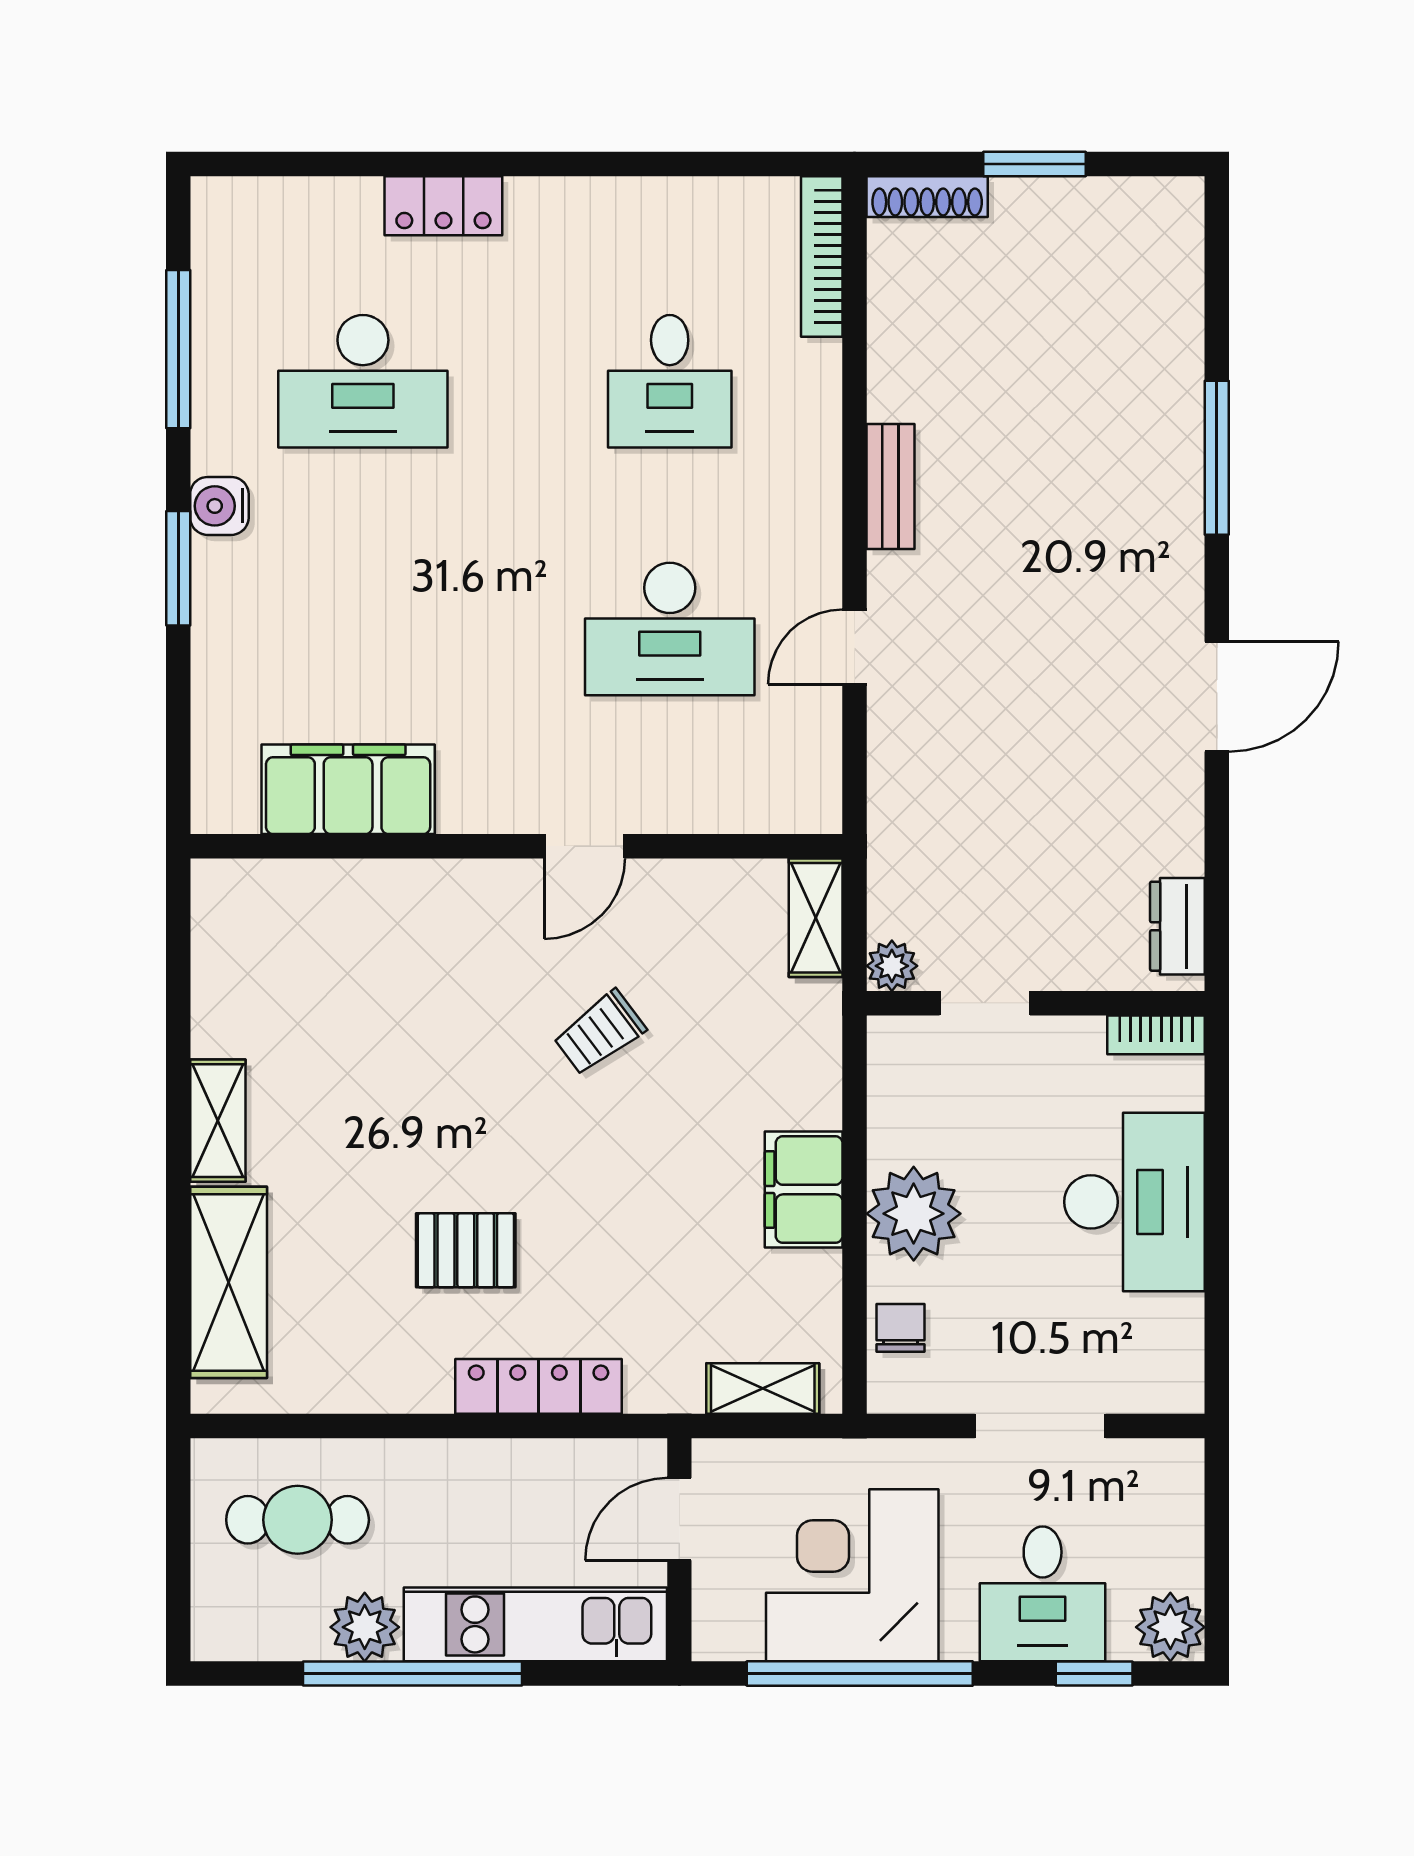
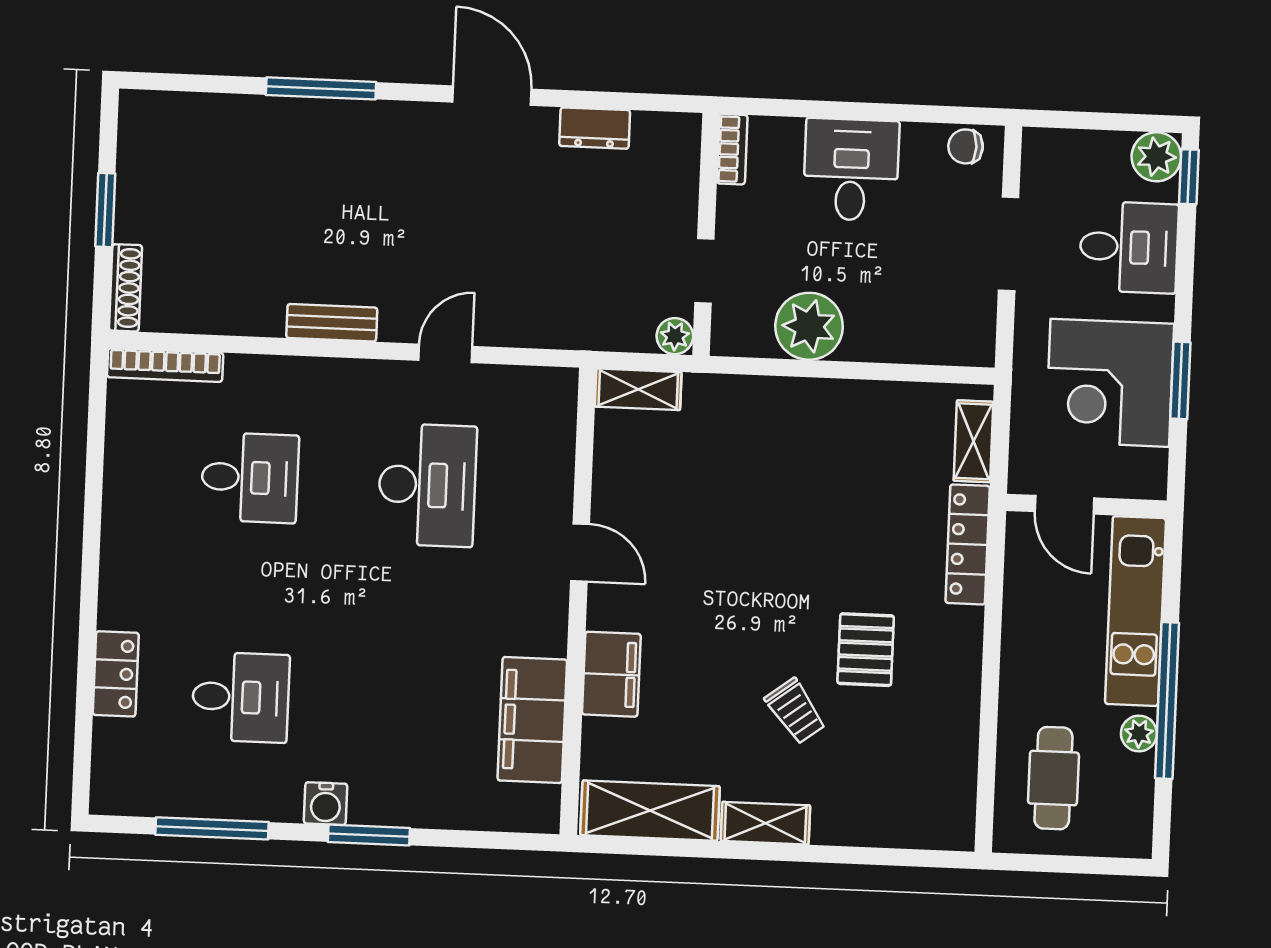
locker: (443, 206) -> (116, 674), moved
desk: (363, 381) -> (241, 697), width x0.73
door: (854, 647) -> (445, 353), swing flipped
dresser: (1177, 926) -> (595, 128), moved
trolley: (600, 1033) -> (795, 711), moved
filing cabinet: (804, 1190) -> (611, 674), moved, turned -90
desk: (1134, 1202) -> (851, 170), width x0.73
plant: (914, 1214) -> (809, 326), moved
shelving: (229, 1282) -> (650, 811), moved
chair: (900, 1328) -> (966, 146), moved
locker: (539, 1386) -> (968, 544), moved
plant: (365, 1627) -> (1139, 734), width x0.73, depth x0.73
window: (860, 1674) -> (1180, 380), width x0.47
window: (1094, 1674) -> (1189, 177), moved

